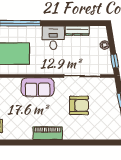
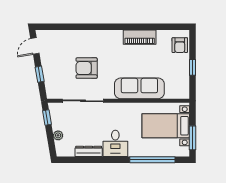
sofa: (38, 87) -> (139, 88), width x1.36
piano: (48, 133) -> (140, 37), moved

